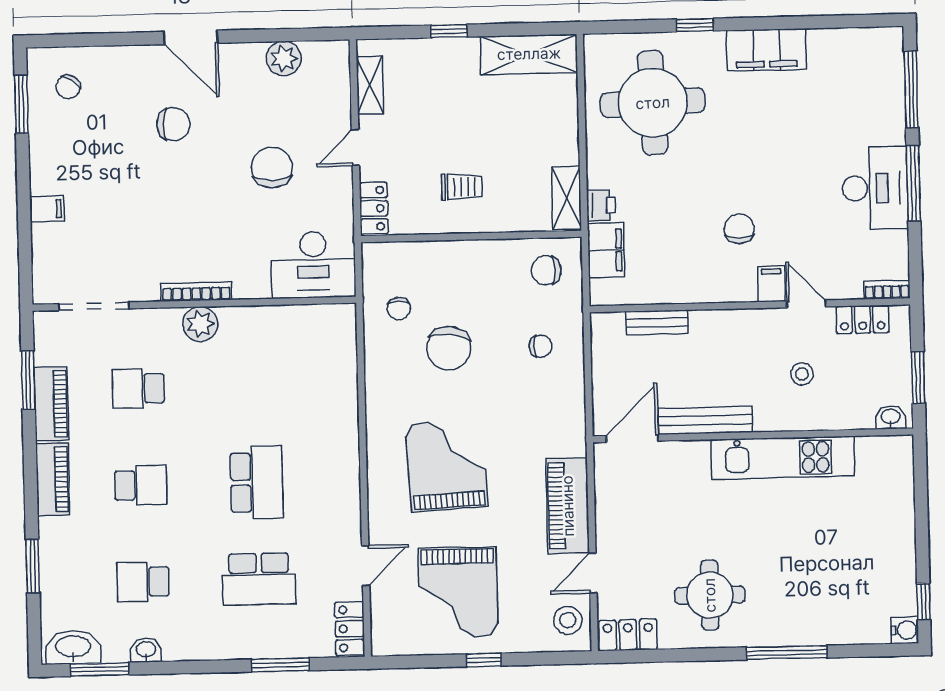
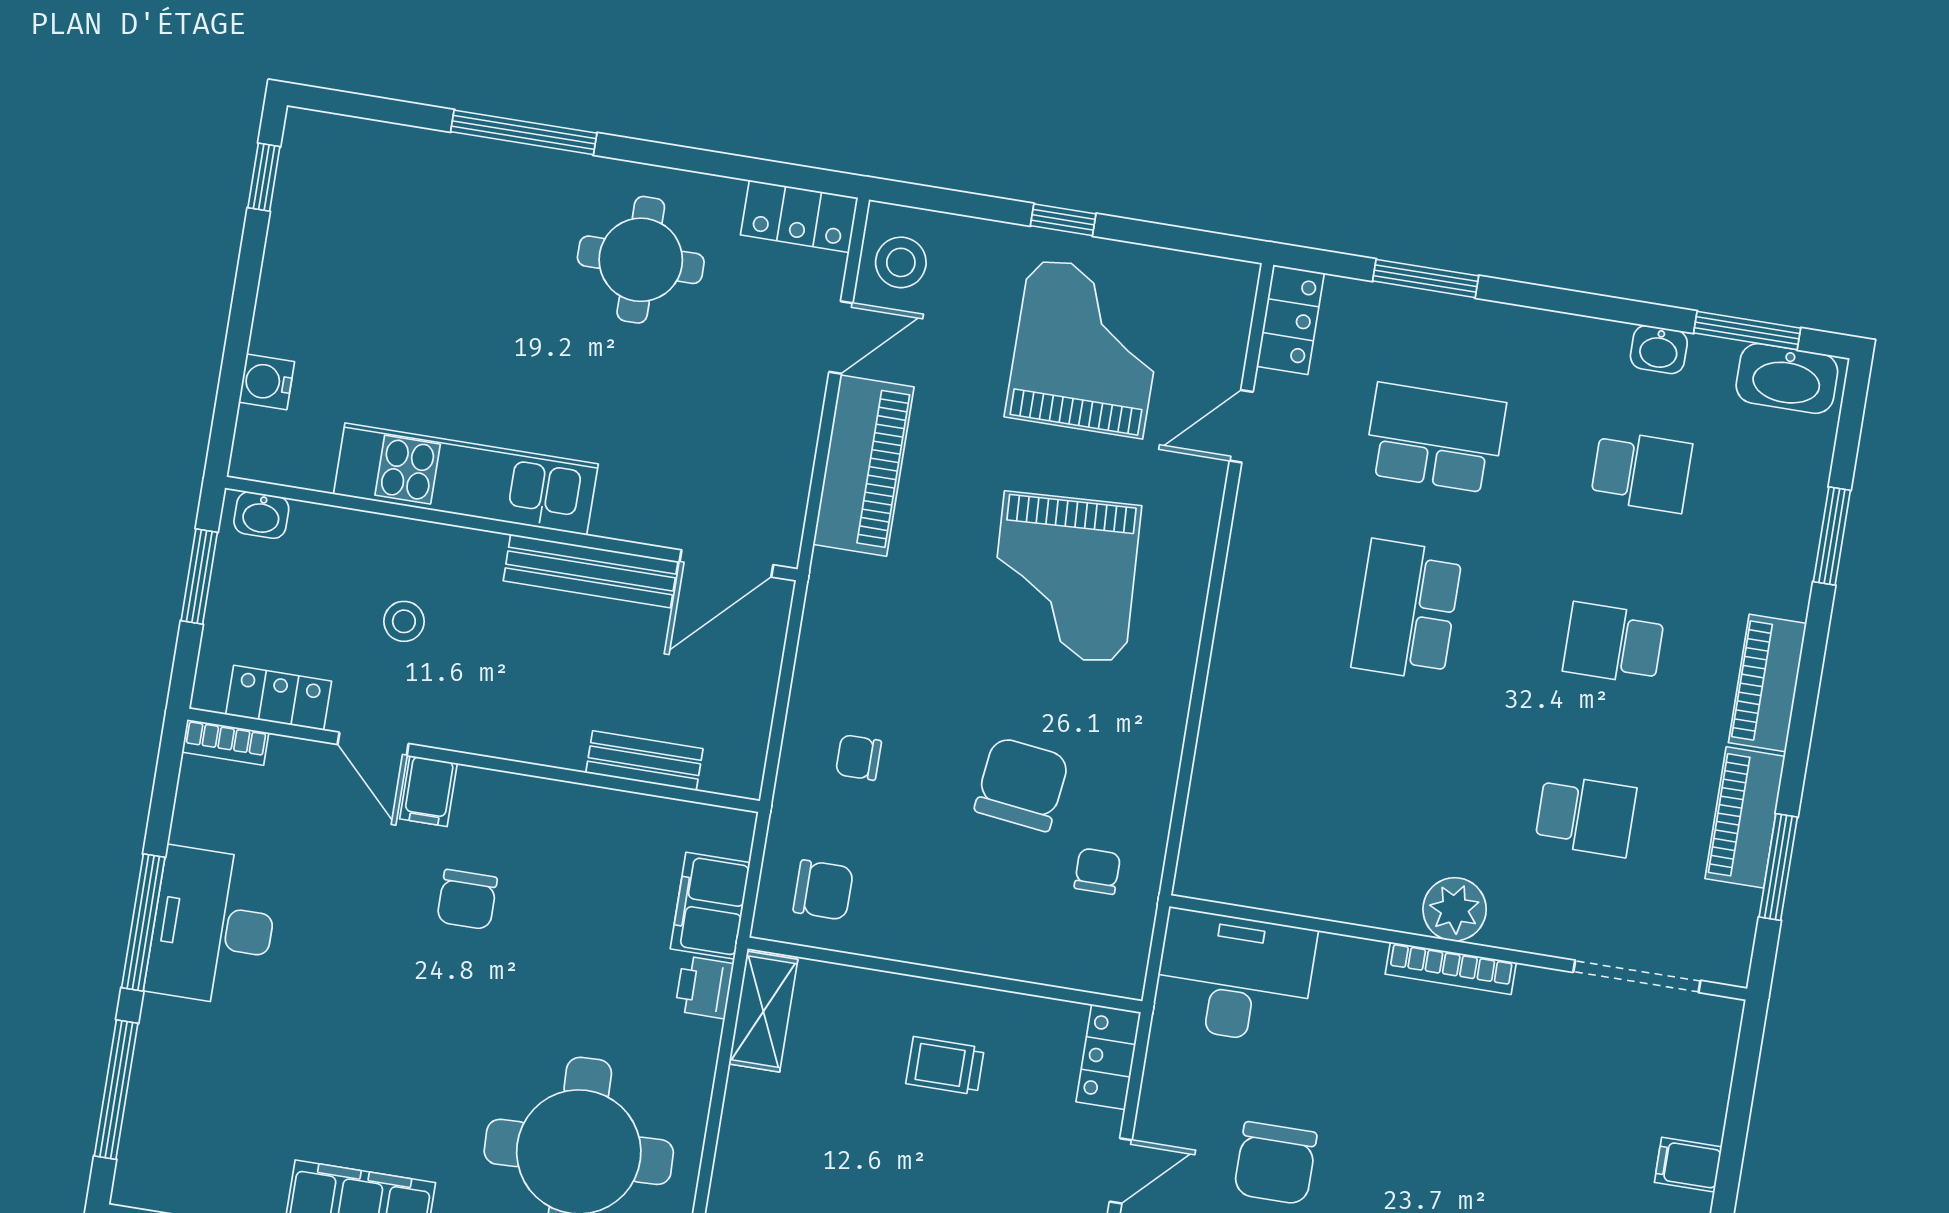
water cooler: (905, 630) -> (267, 382), moved

